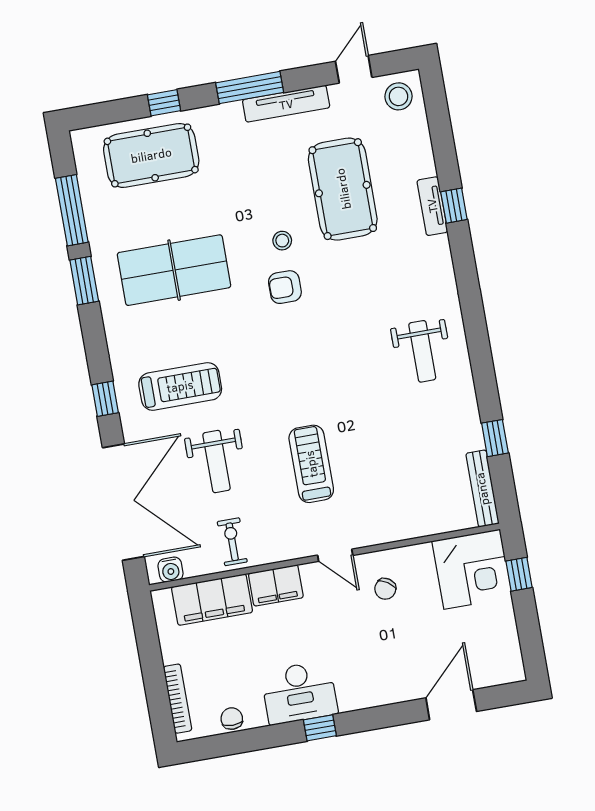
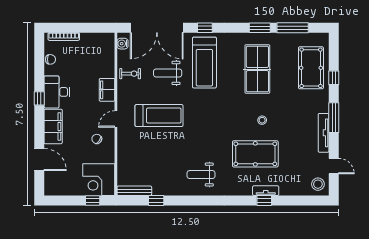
pool table: (343, 189) -> (255, 154), moved
armchair: (285, 287) -> (241, 118), removed
treadmill: (180, 386) -> (204, 63), width x1.37, depth x1.38
treadmill: (311, 464) -> (159, 116), width x1.37, depth x1.38
filing cabinet: (212, 600) -> (53, 126), moved, turned 180

